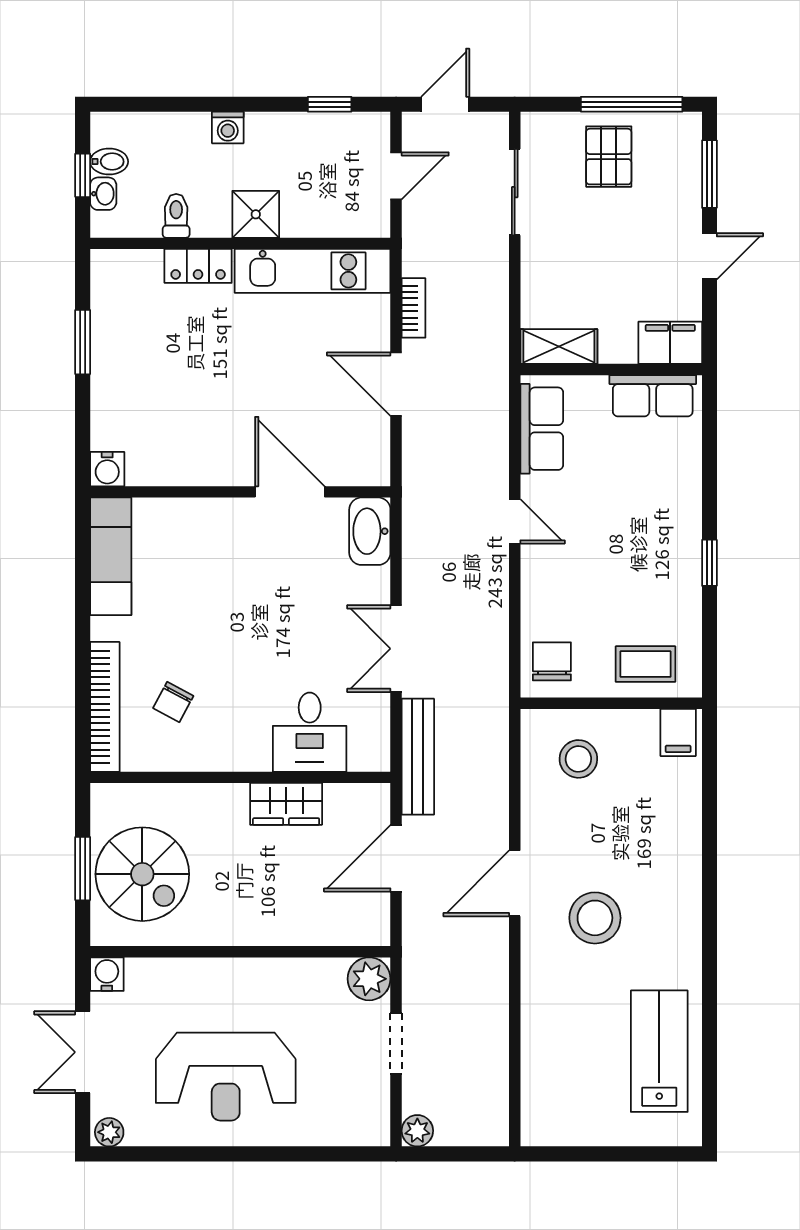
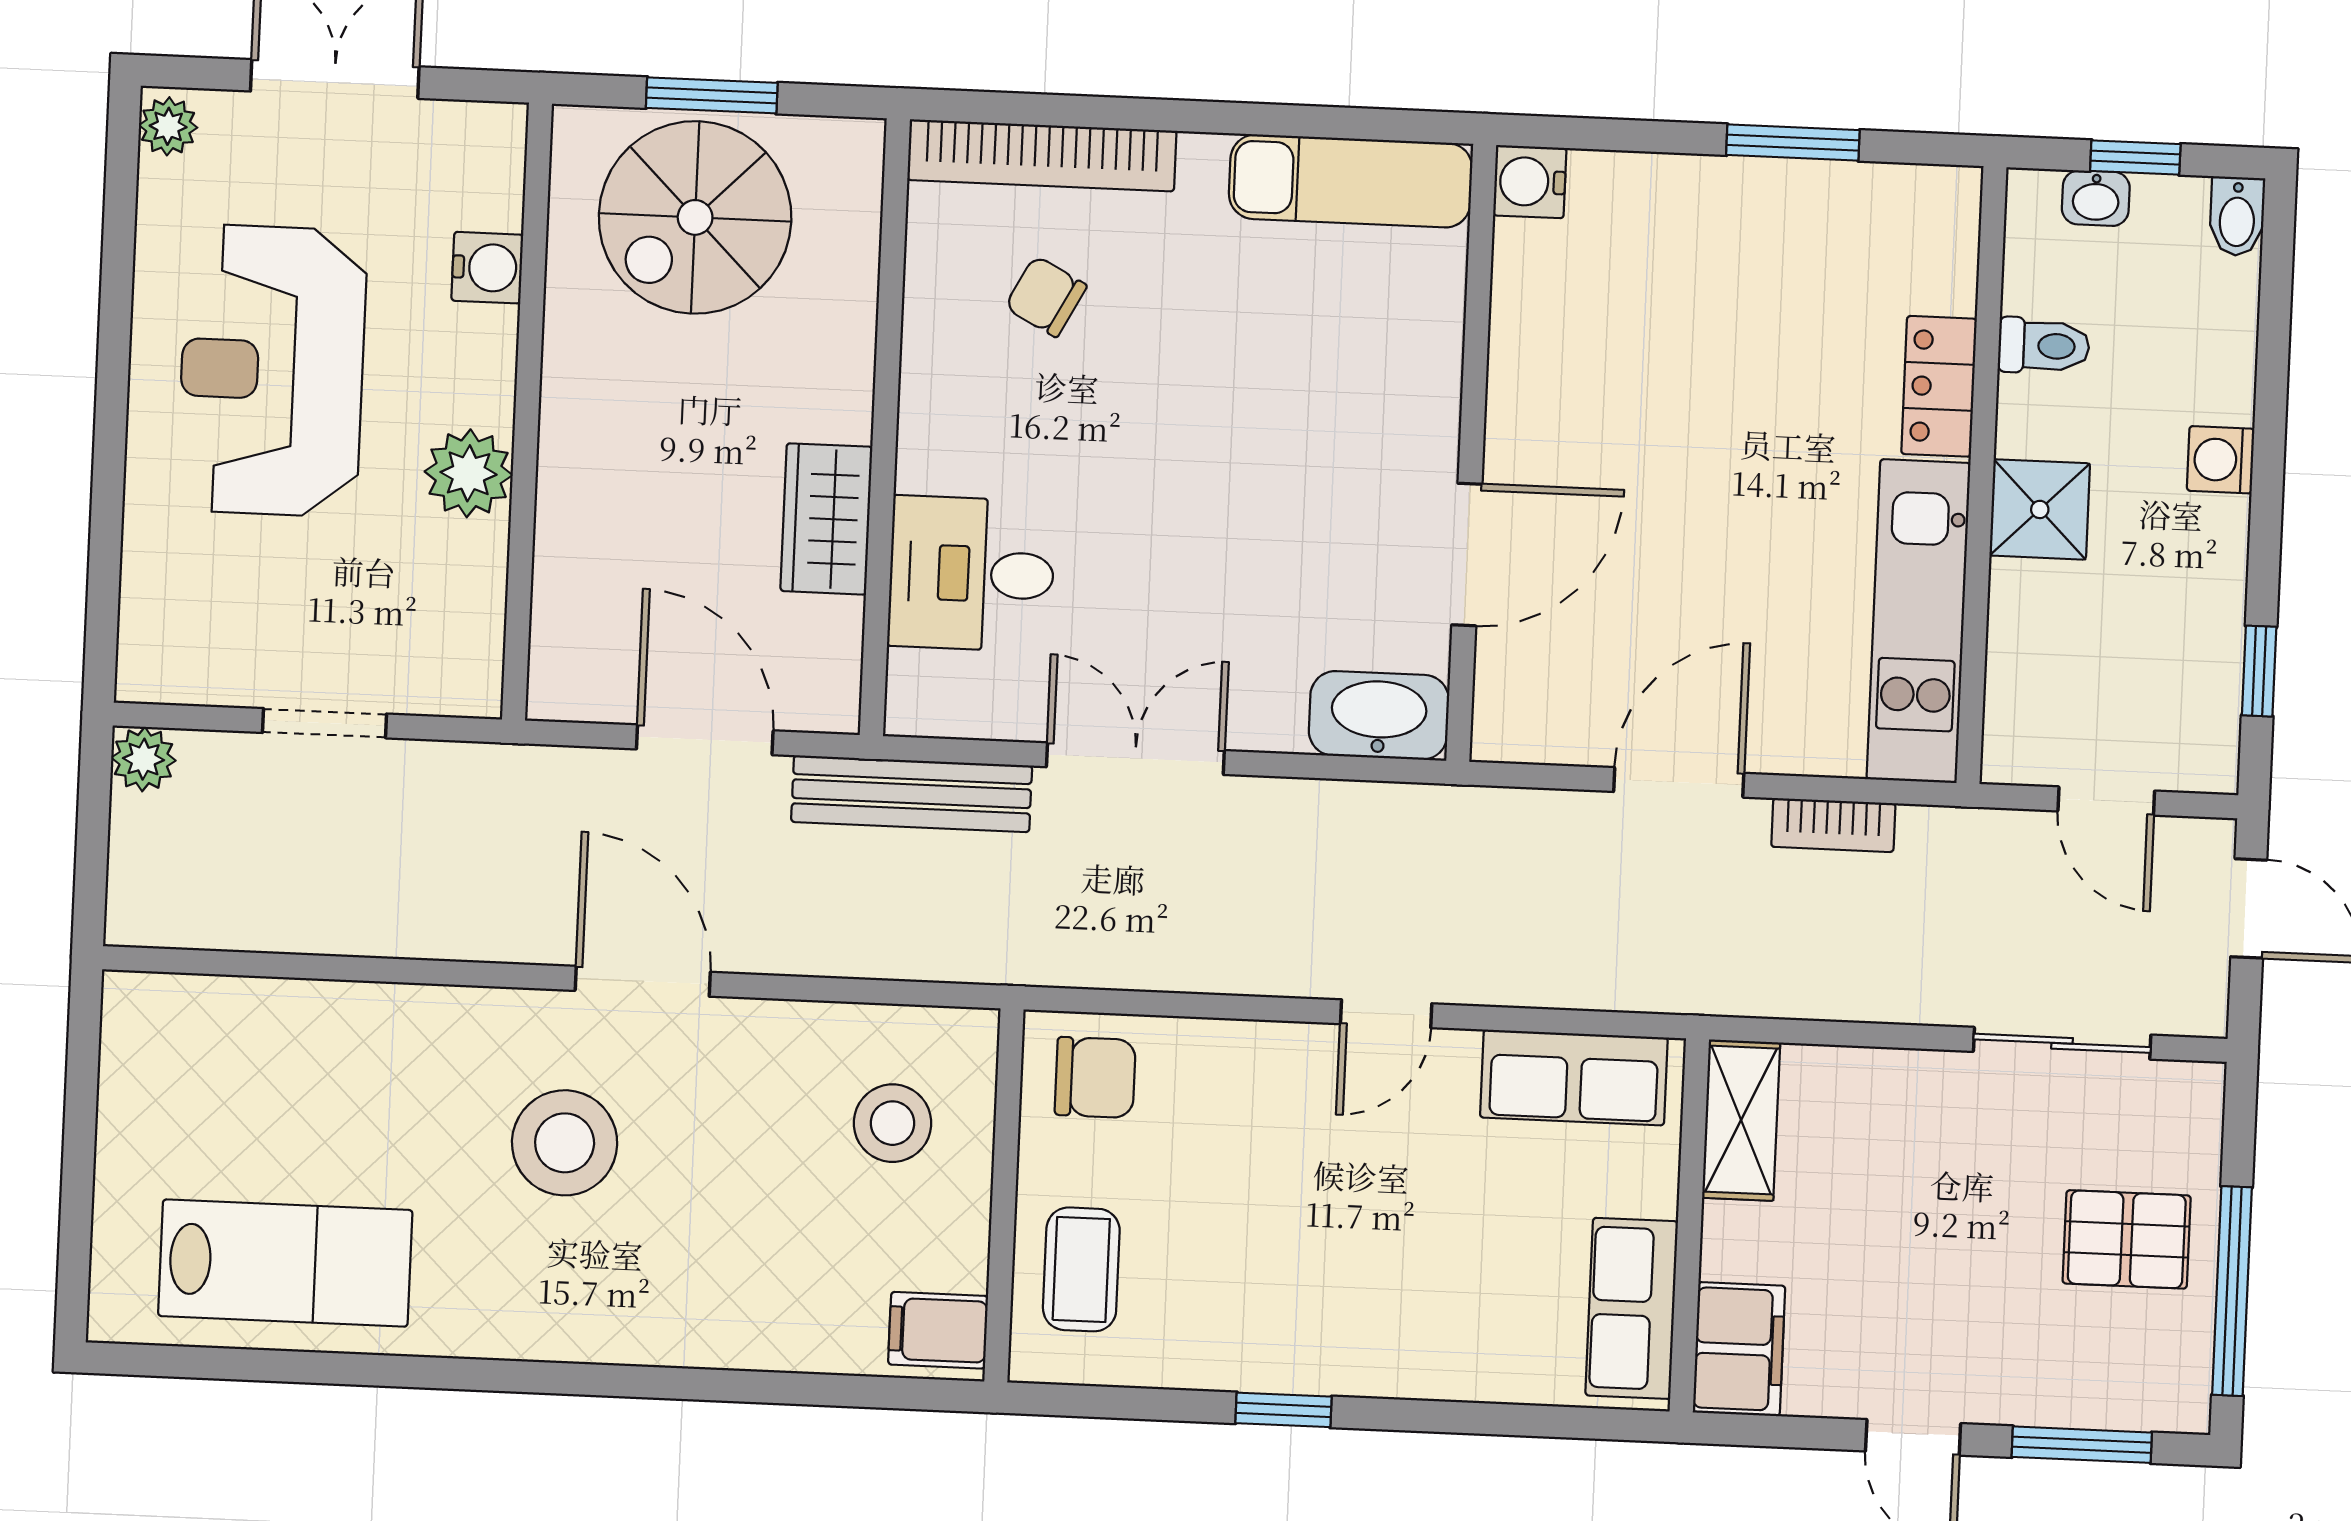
bidet: (109, 162) -> (2237, 216), moved
water cooler: (107, 974) -> (487, 268), moved
plant: (369, 979) -> (469, 473), moved

